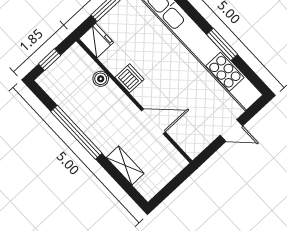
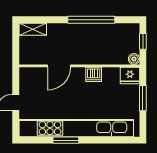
boiler: (101, 79) -> (134, 59), moved
shelving: (125, 165) -> (33, 29), moved

